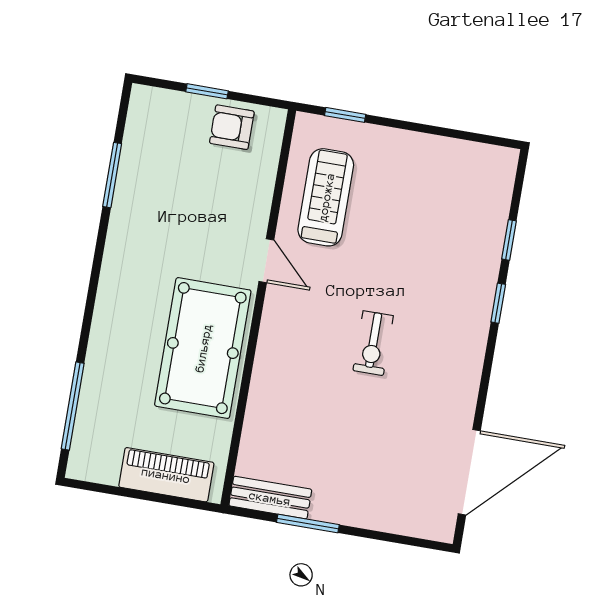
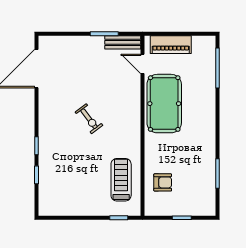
armchair: (232, 127) -> (163, 182), moved
treadmill: (326, 197) -> (121, 180), turned 180
door: (266, 261) -> (143, 64), moved
exercise bike: (373, 343) -> (89, 119), turned 143

